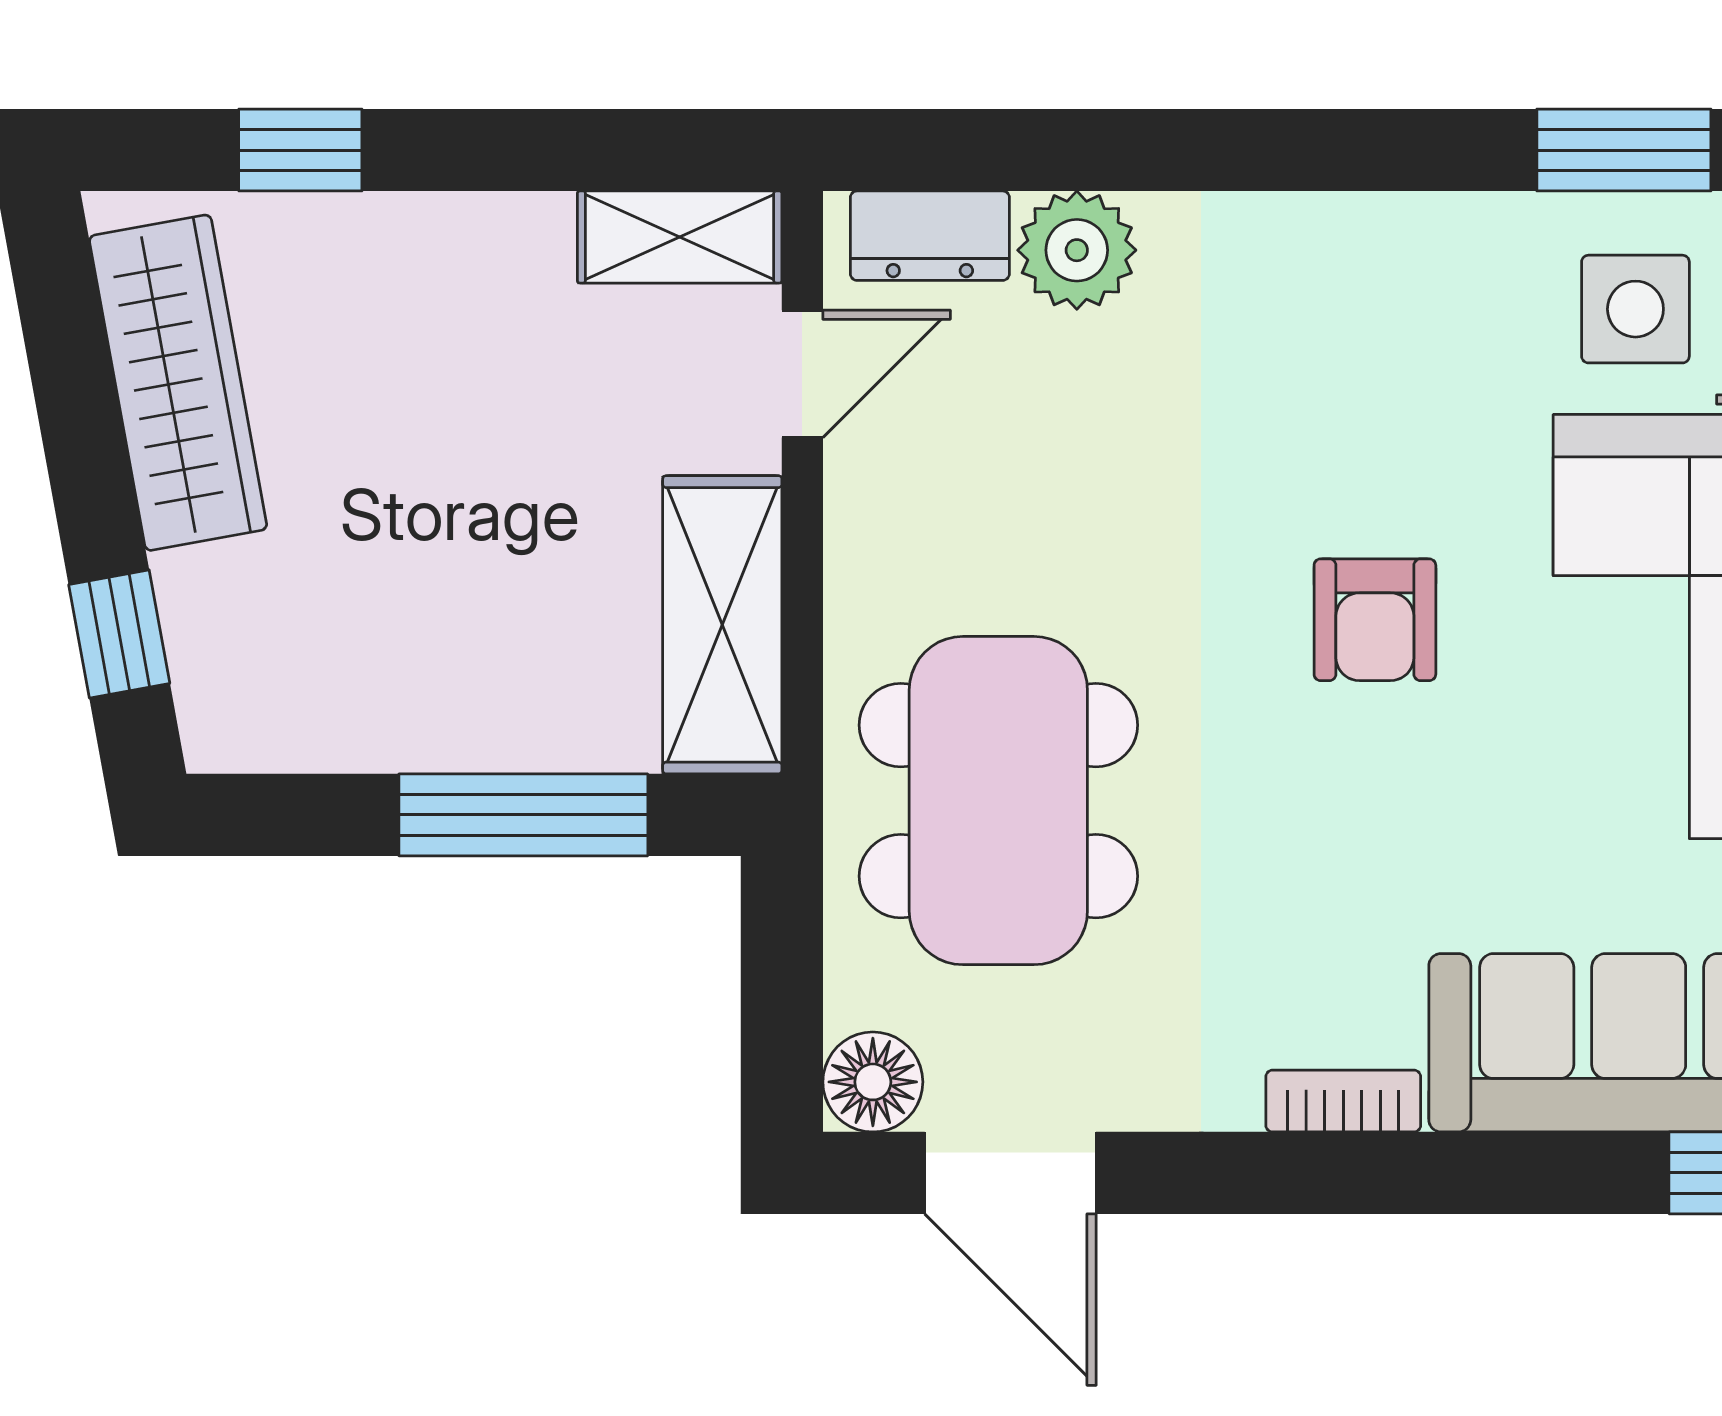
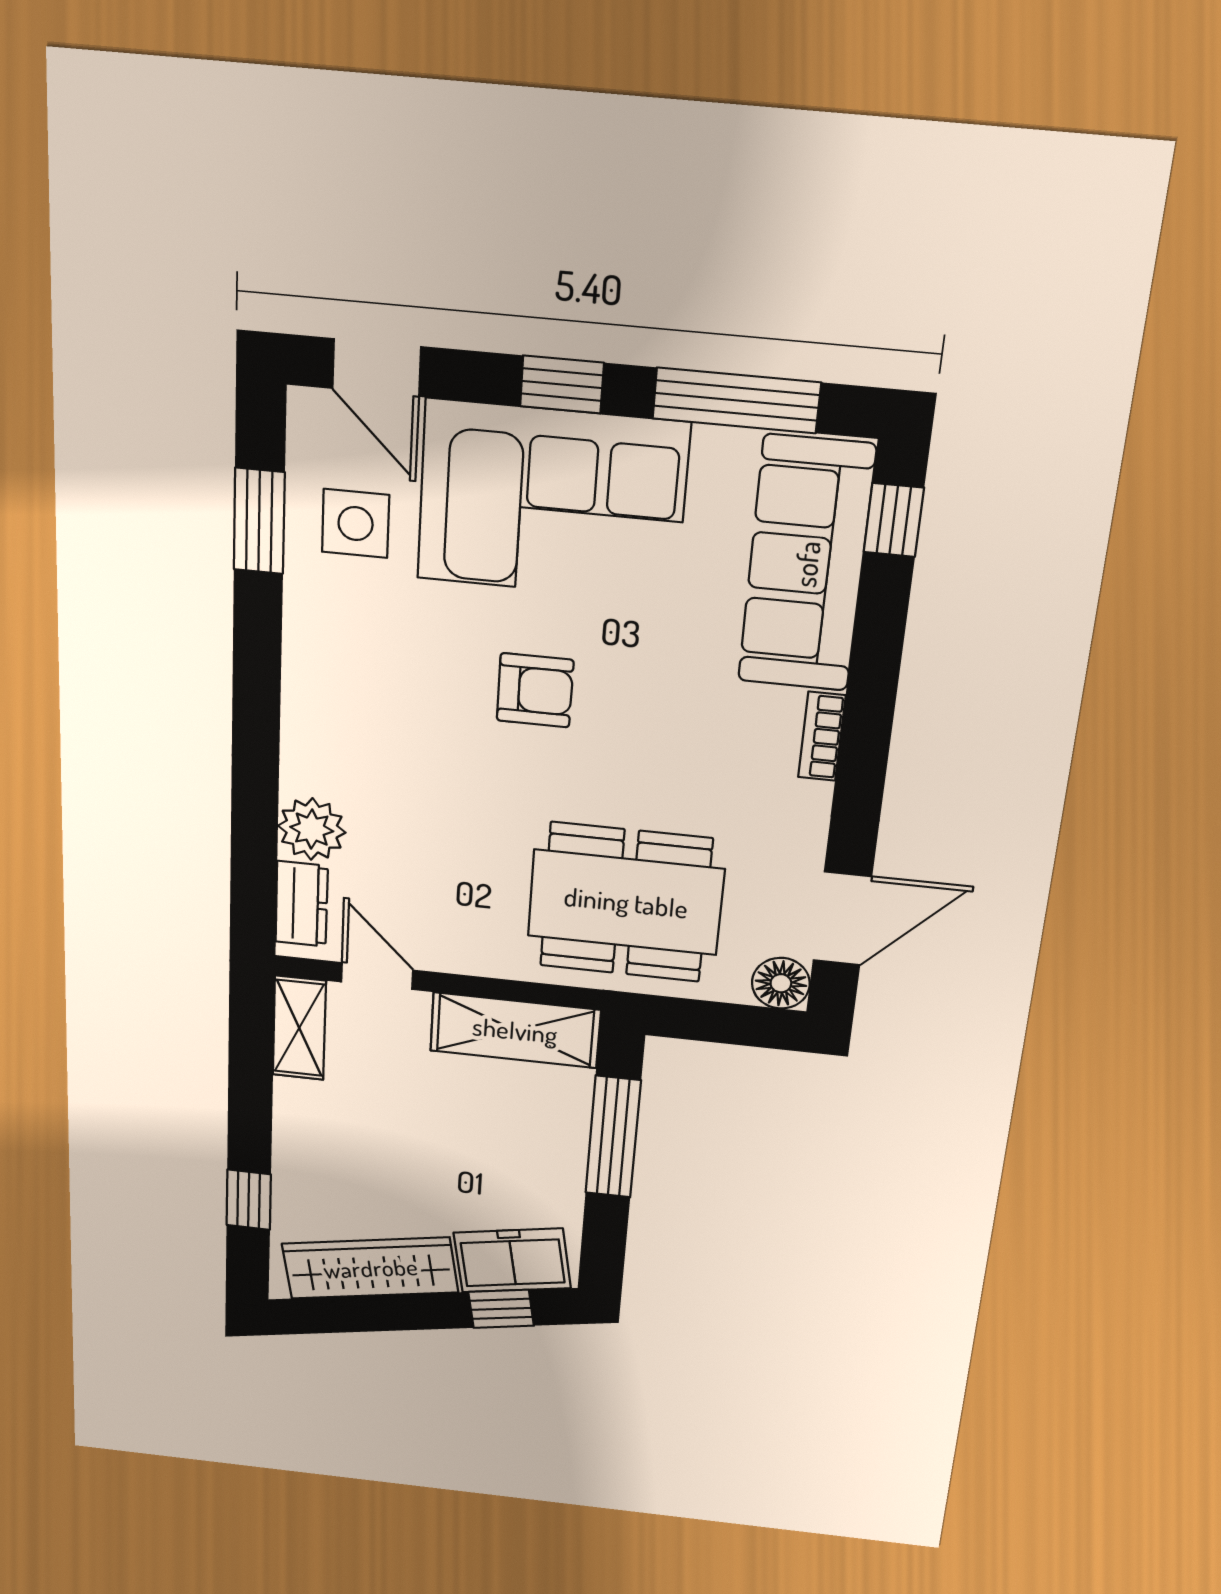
freezer: (231, 648) -> (512, 1260), added

